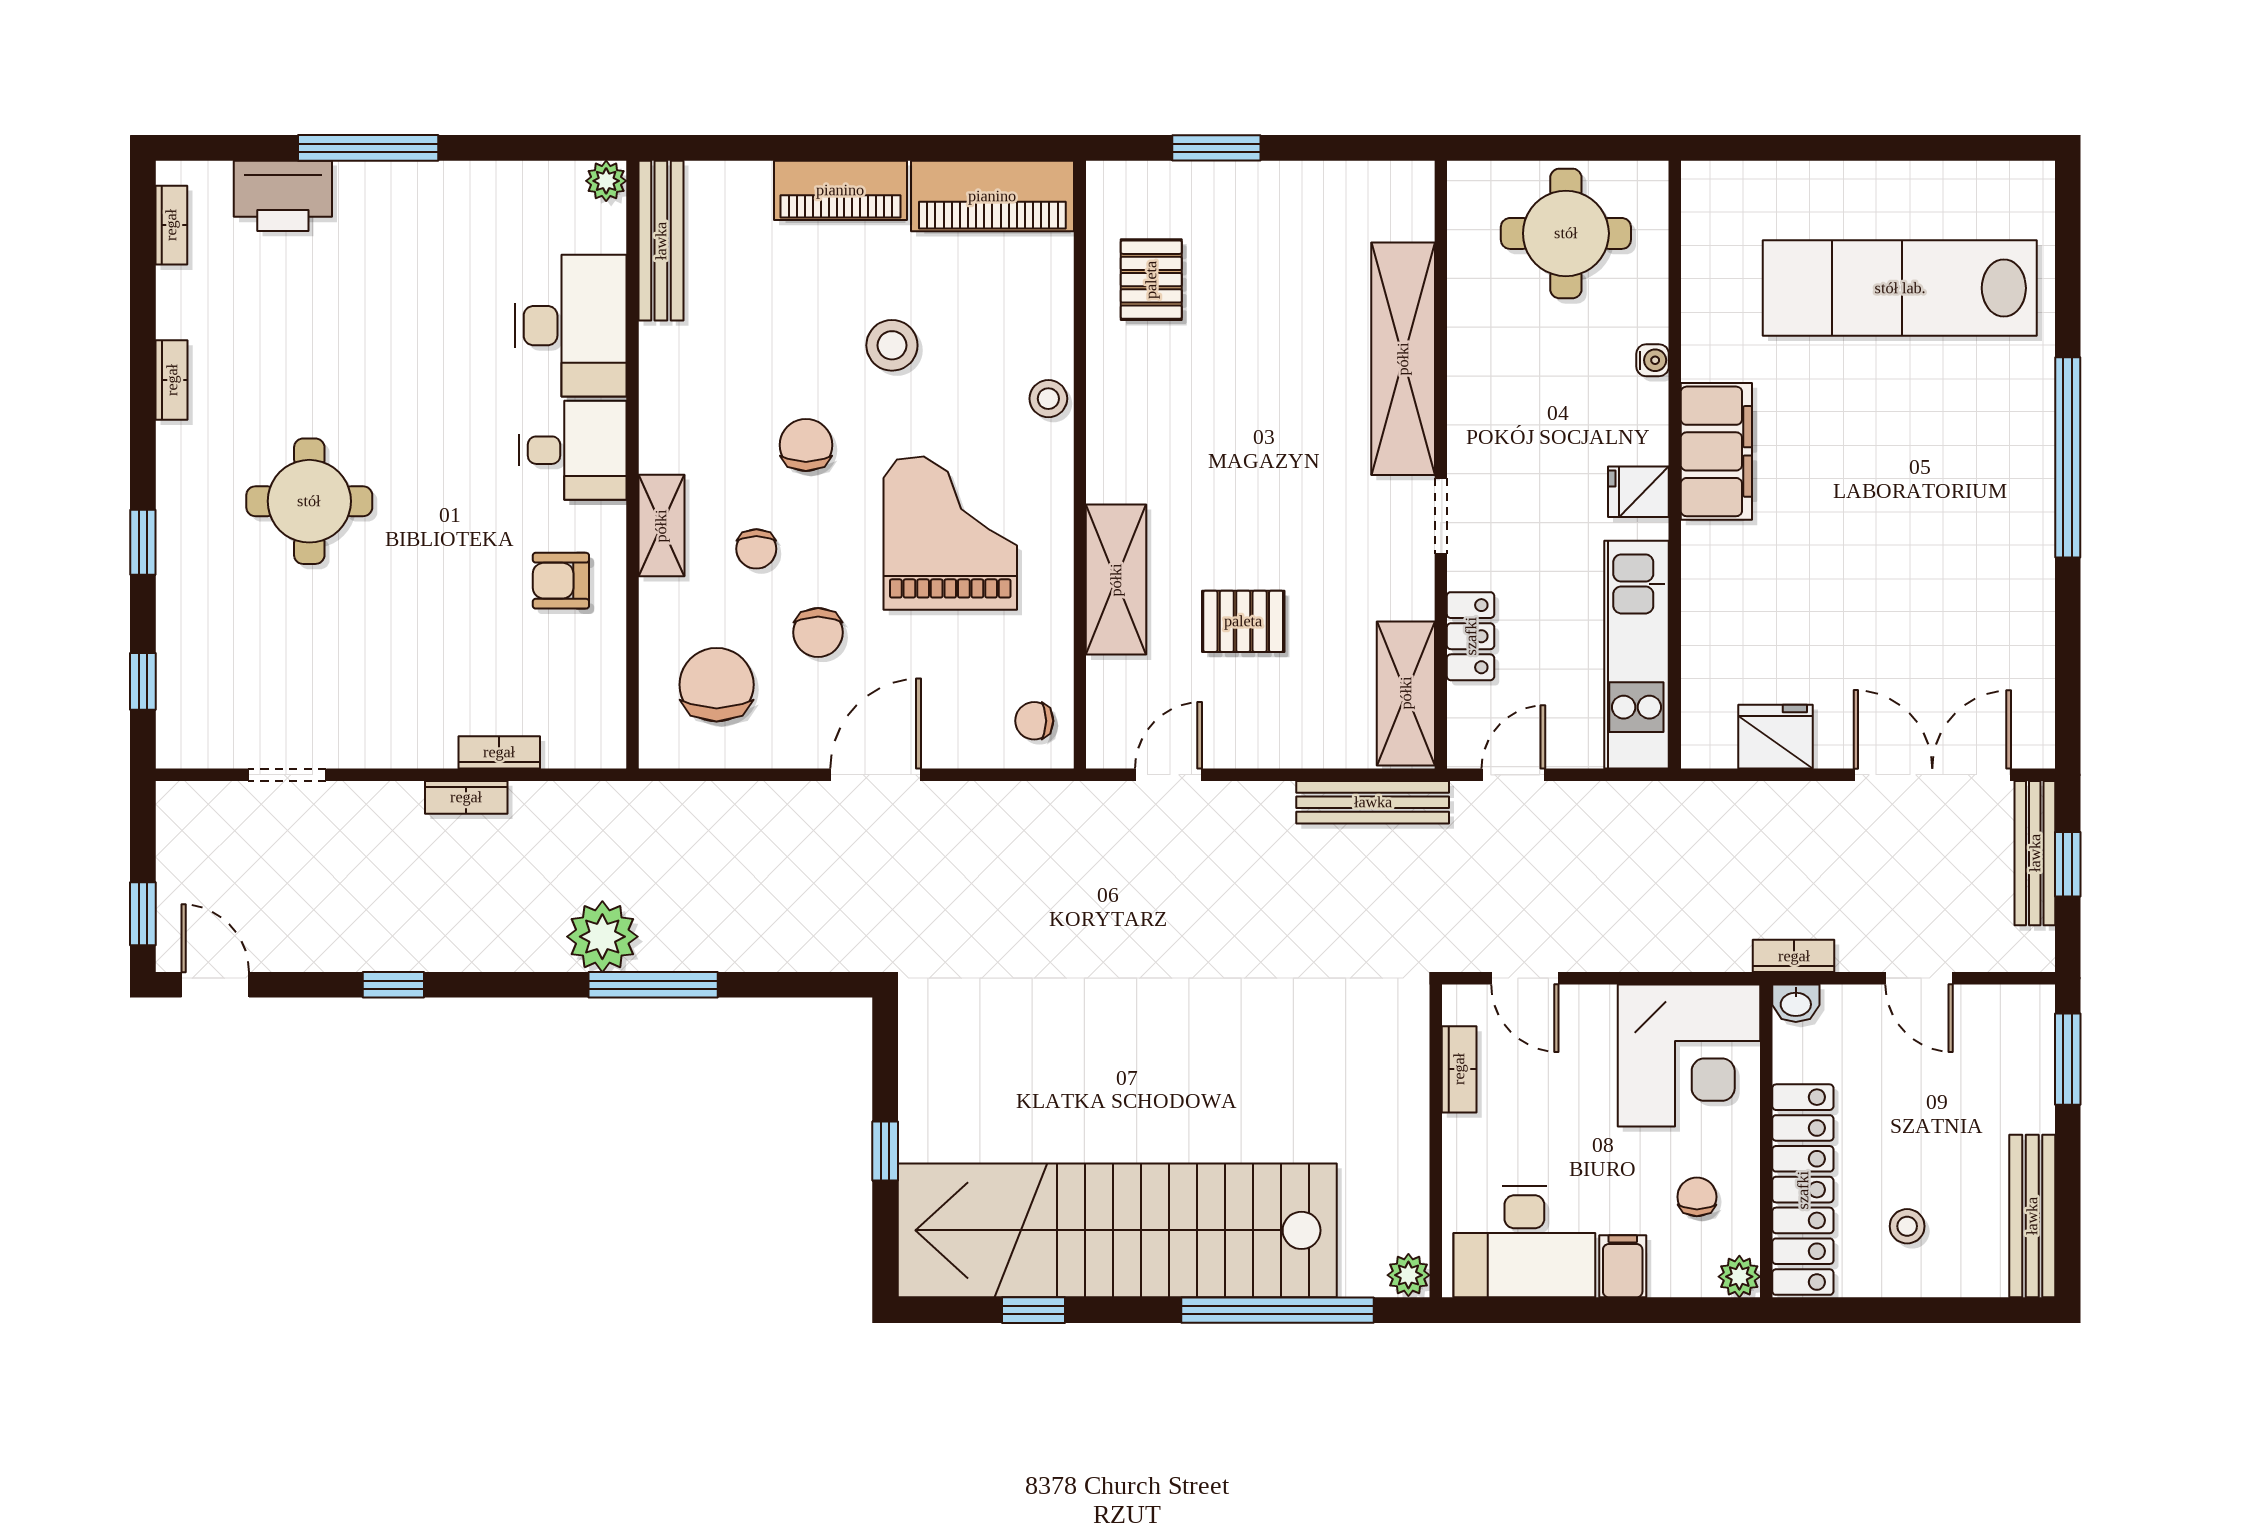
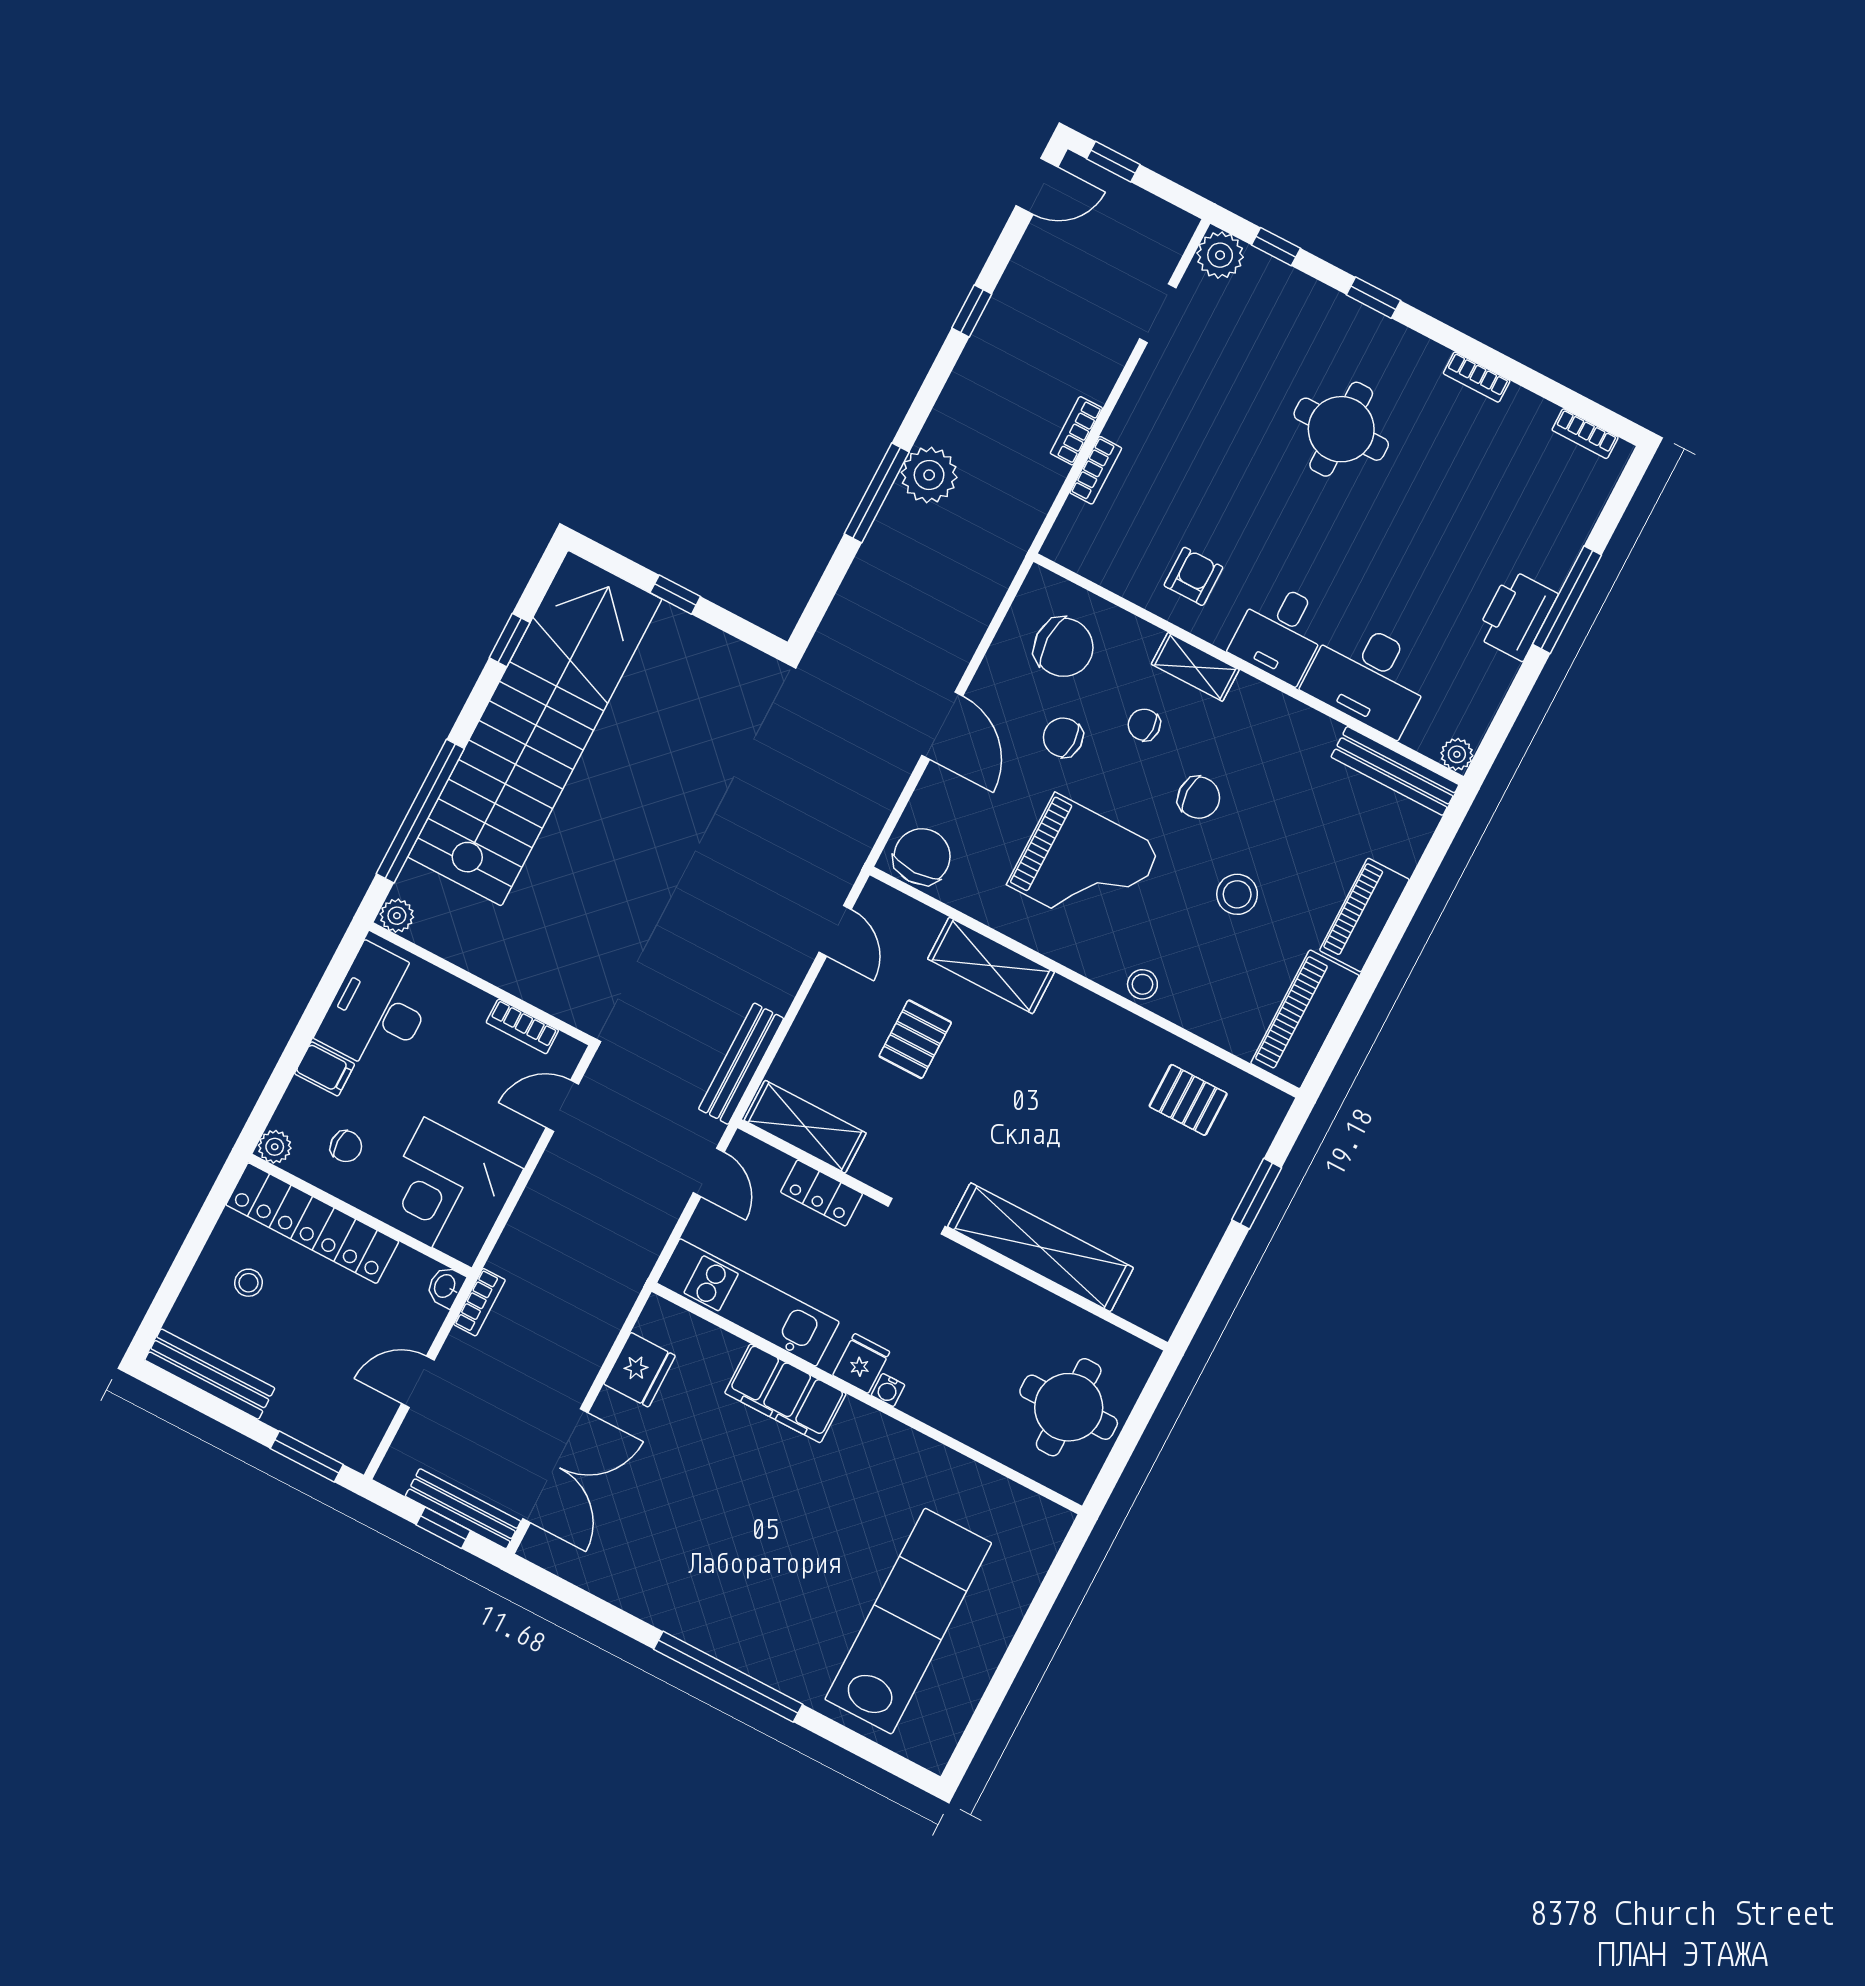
printer: (283, 196) -> (1516, 615), moved
water cooler: (1653, 360) -> (888, 1390), moved
filing cabinet: (1716, 451) -> (785, 1393), moved
chair: (1034, 721) -> (922, 857), width x1.87, depth x1.87
plant: (185, 739) -> (1220, 255), added

